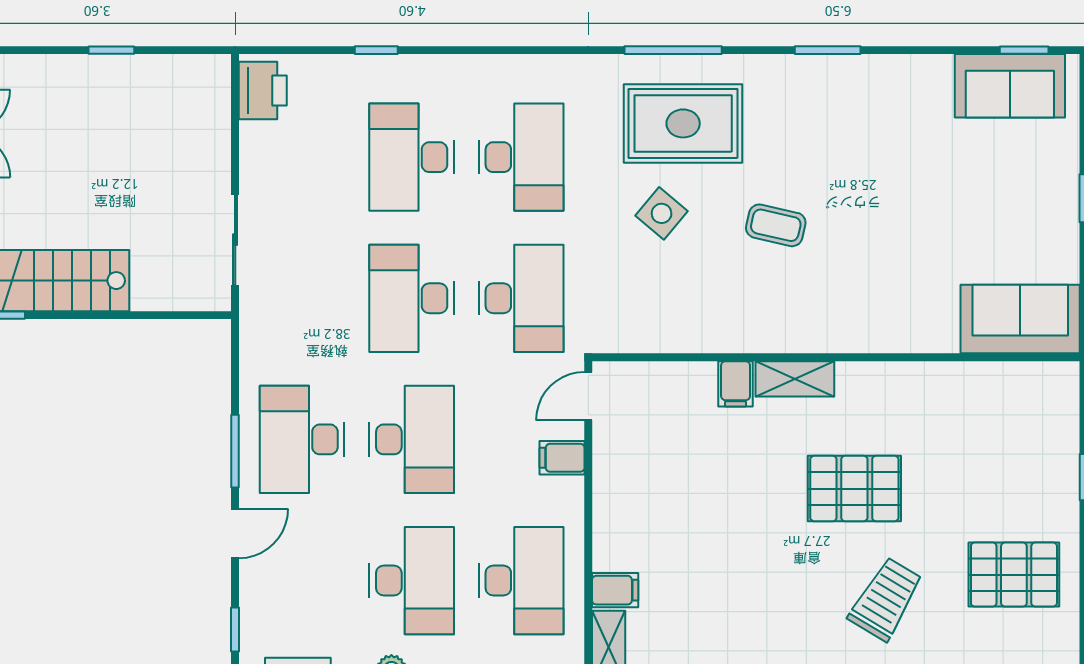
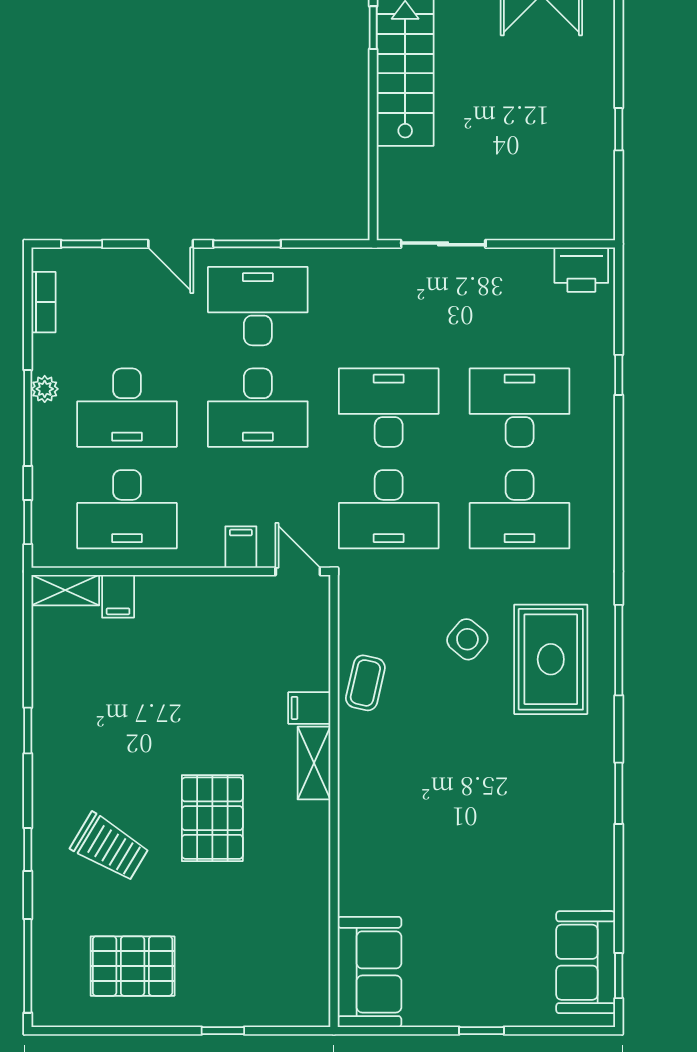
coffee table: (776, 225) -> (365, 683), moved
pallet: (1014, 575) -> (133, 966), turned 90

